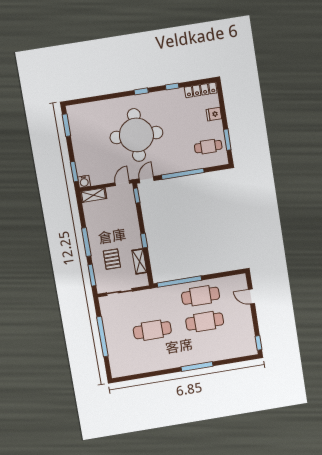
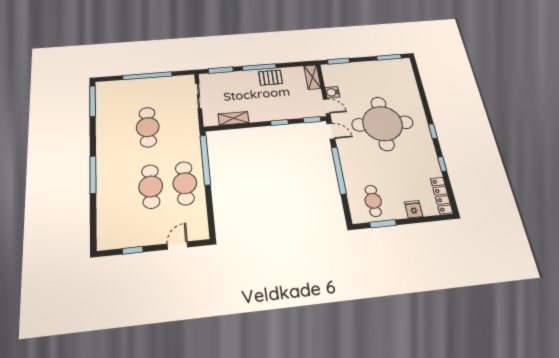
water cooler: (84, 182) -> (332, 92), moved
window: (144, 241) -> (280, 123), moved
pallet: (112, 259) -> (271, 78), moved
window: (259, 343) -> (133, 250), moved
window: (131, 377) -> (93, 101), added

